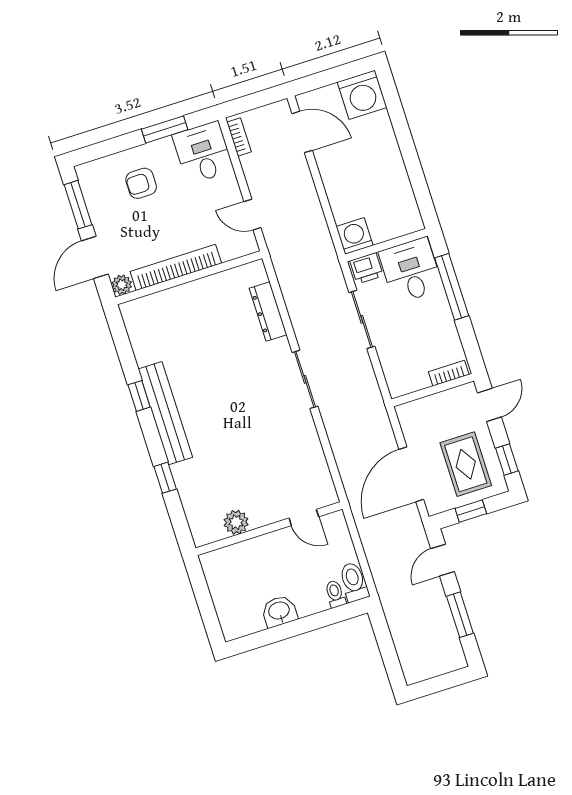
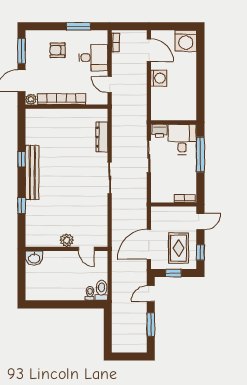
desk: (203, 153) -> (93, 58), moved, turned 90
washing machine: (355, 236) -> (159, 78), moved, turned 90
plant: (236, 522) -> (67, 240), moved
washbasin: (279, 611) -> (34, 258), moved, turned 180

